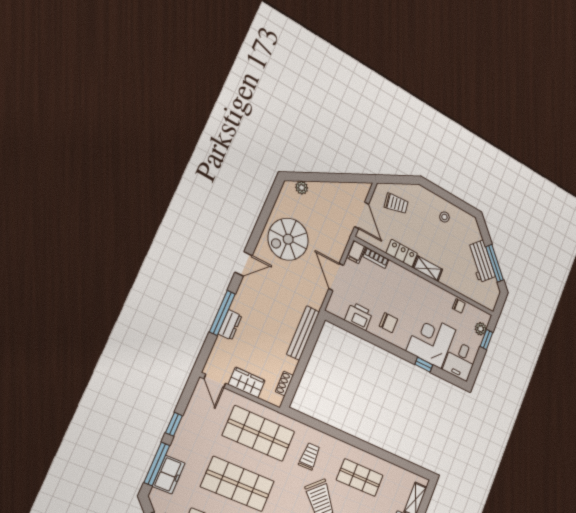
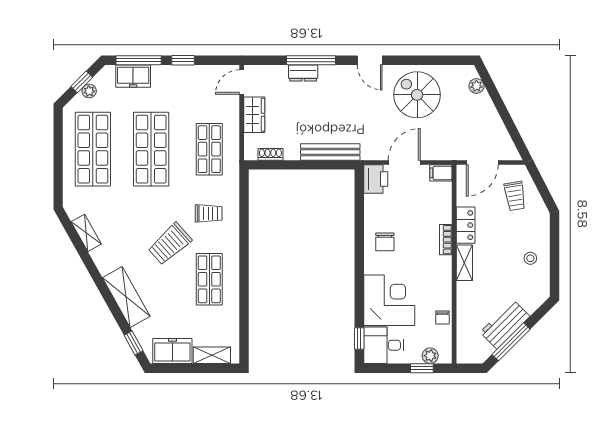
bookcase: (376, 258) -> (446, 240), moved
printer: (359, 316) -> (376, 179), moved
window: (424, 365) -> (359, 339), moved
shop shelf: (259, 434) -> (209, 149), width x0.70, depth x0.74

